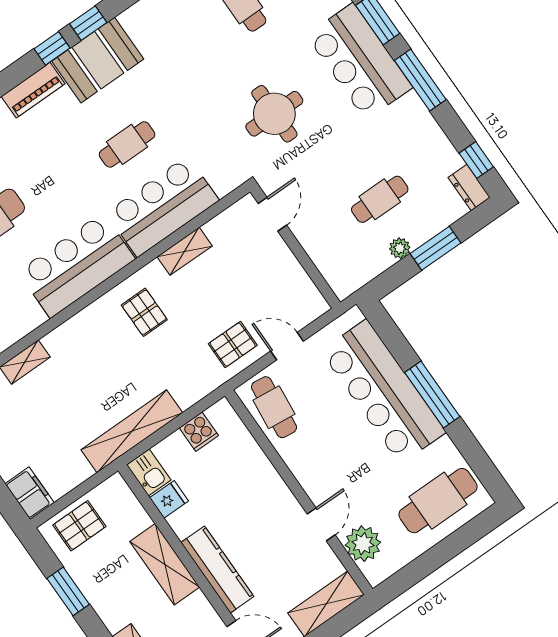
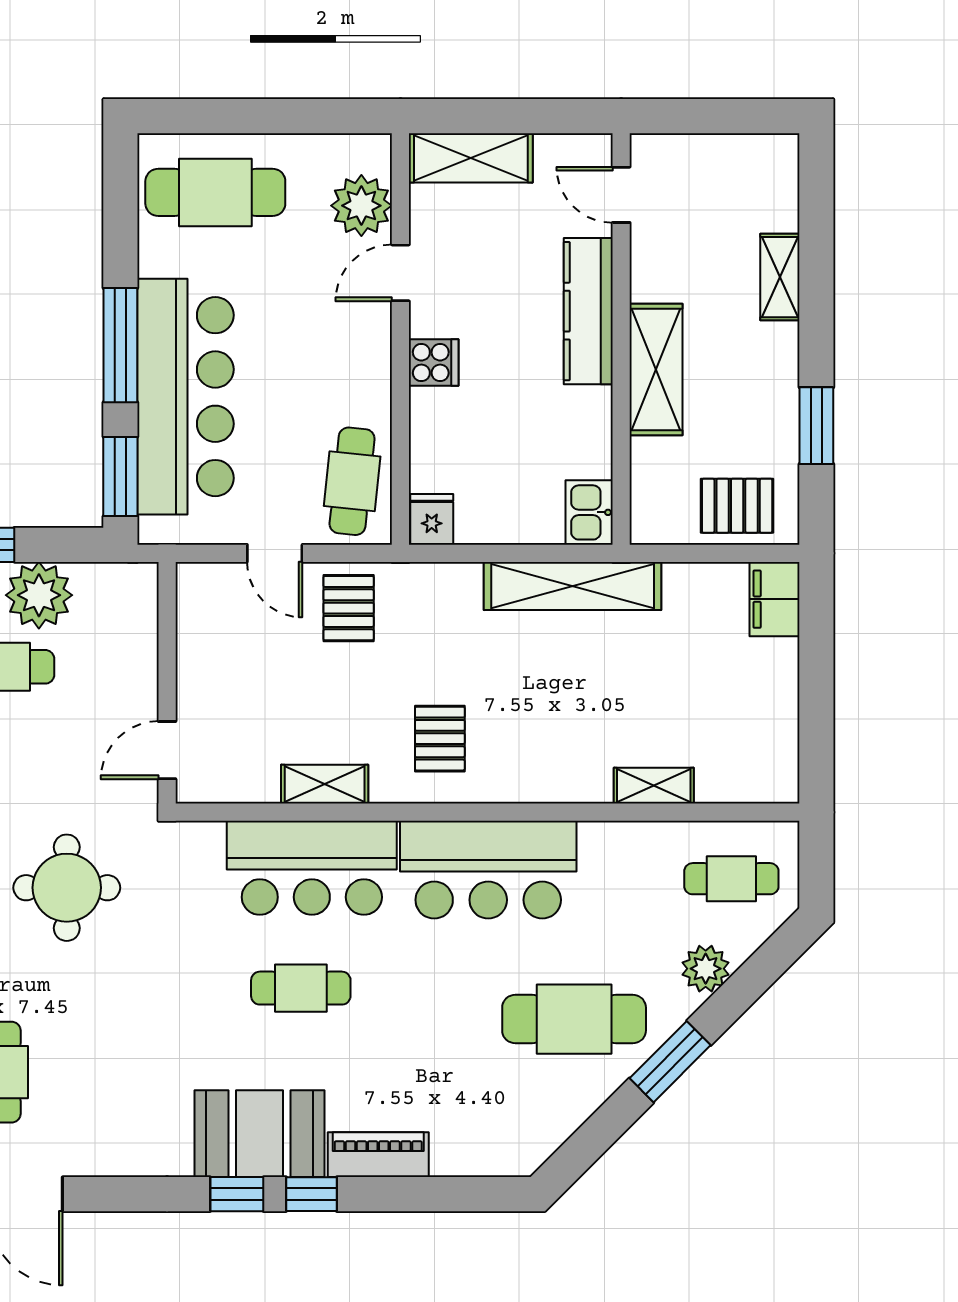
plant: (400, 248) -> (39, 595), width x1.87, depth x1.87
window: (388, 331) -> (120, 476), added
pallet: (233, 345) -> (349, 608), turned 90
cooker: (199, 432) -> (434, 363), moved, turned 90
fridge: (169, 499) -> (432, 519), moved, turned 90

